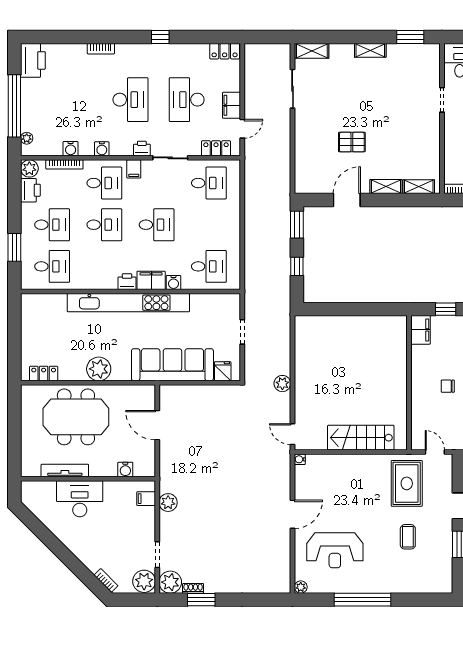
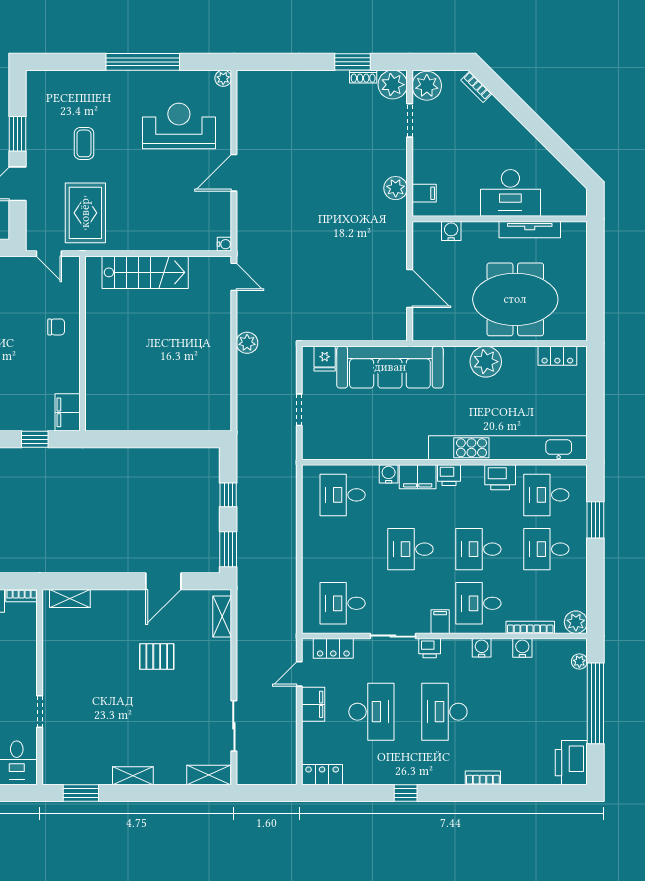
shelving: (386, 187) -> (222, 617), moved, turned 90
printer: (30, 190) -> (500, 477), moved, turned -90
kitchen unit: (128, 303) -> (508, 448), moved
chair: (448, 386) -> (56, 327), moved

